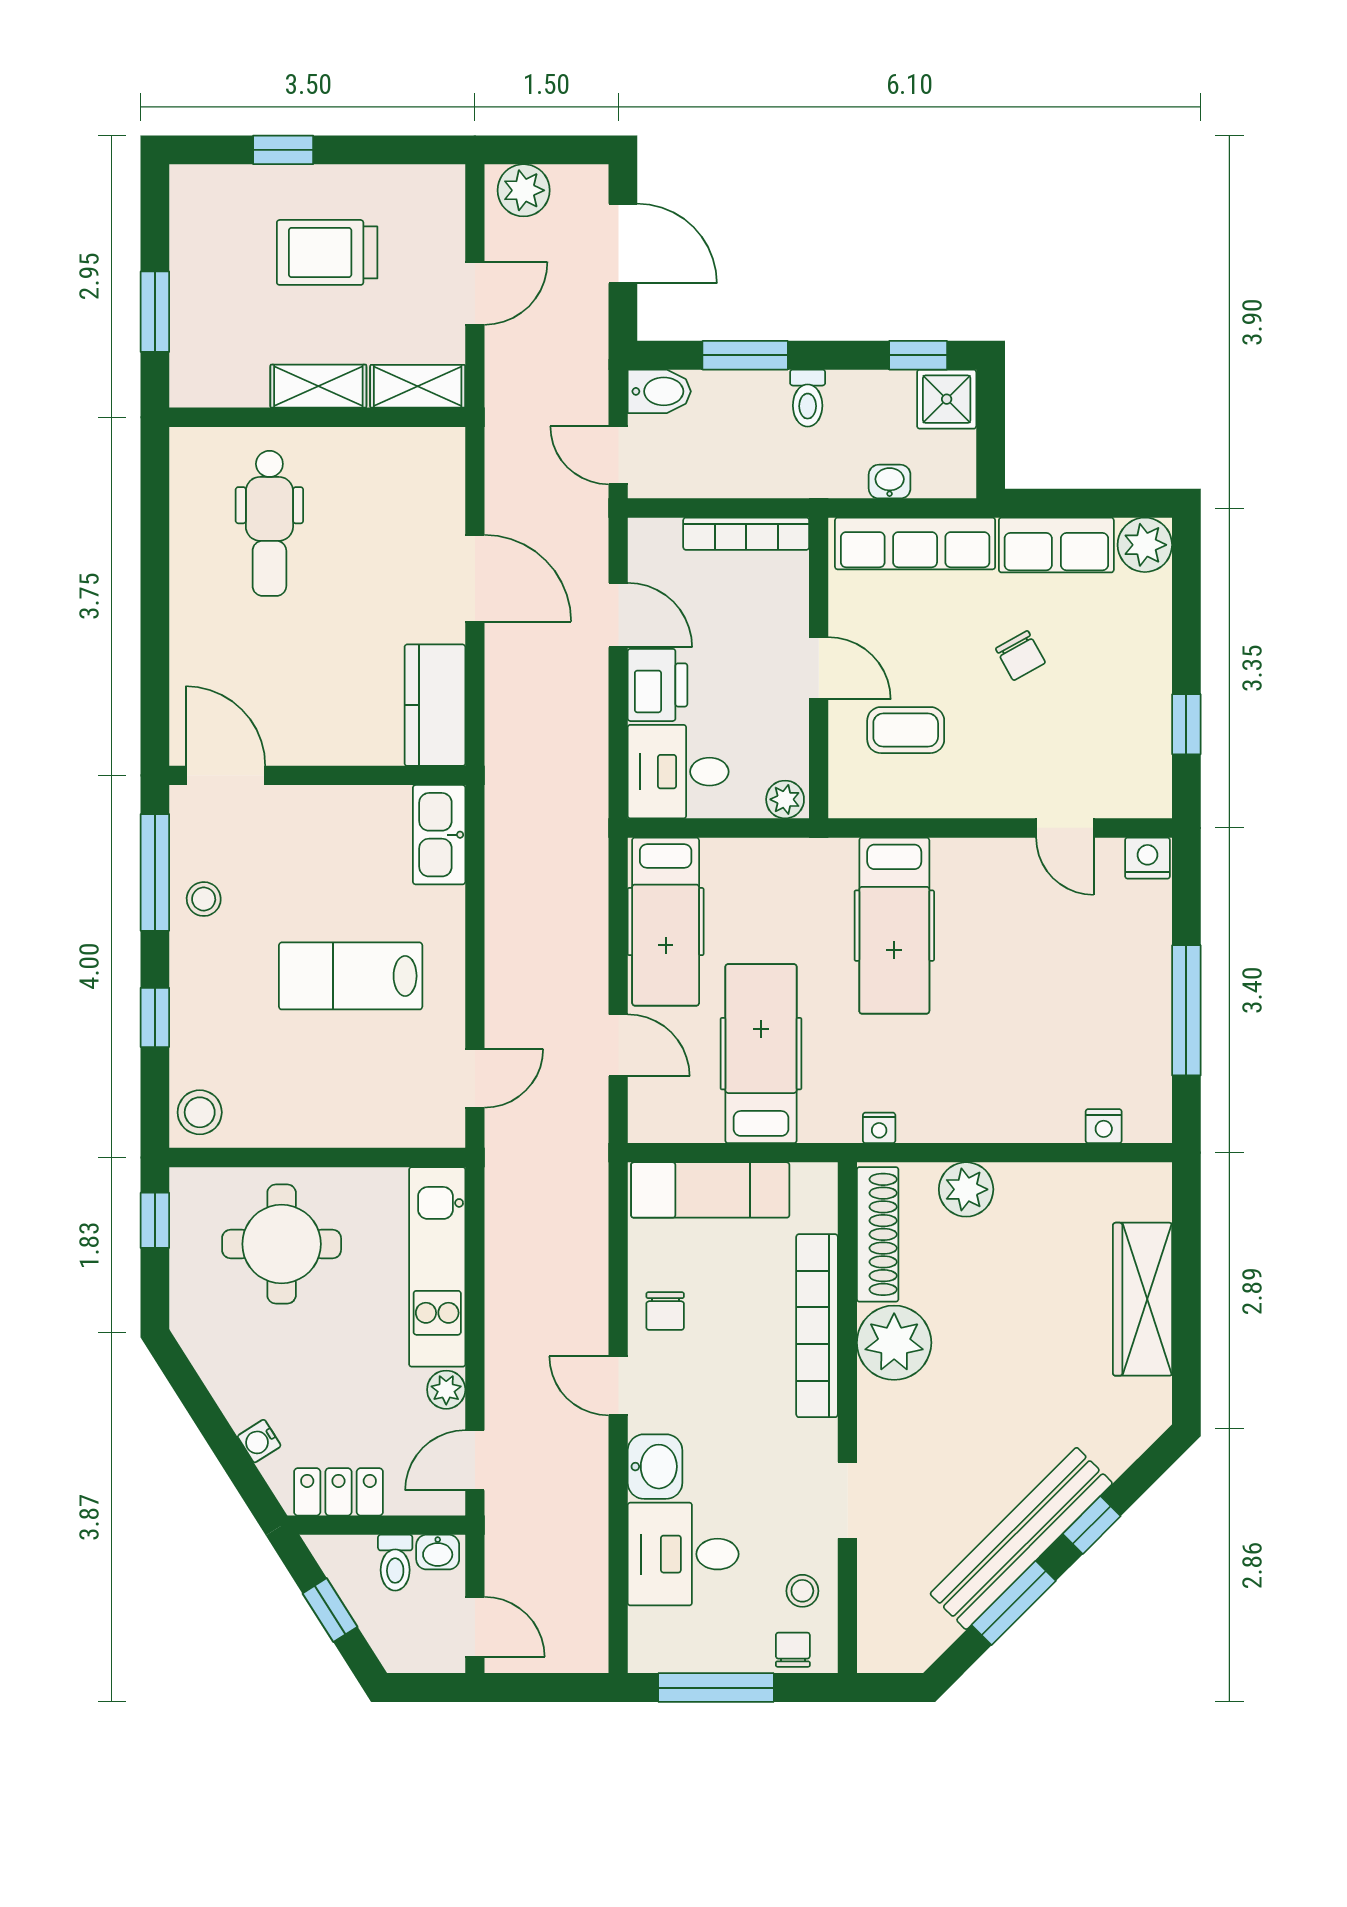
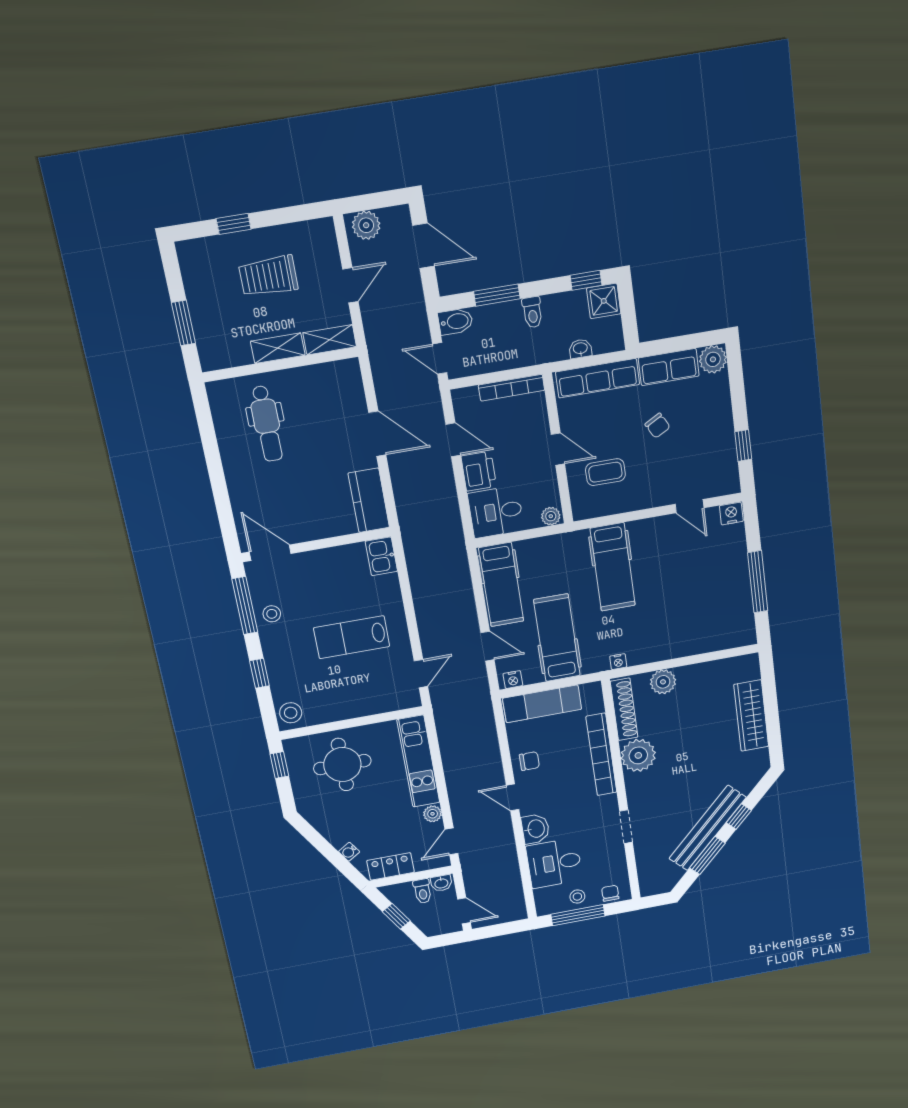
kitchen sink: (439, 835) -> (381, 556), width x0.73
nightstand: (1104, 1126) -> (513, 680), moved
chair: (665, 1311) -> (529, 761), turned -90
stool: (802, 1591) -> (577, 897), moved

